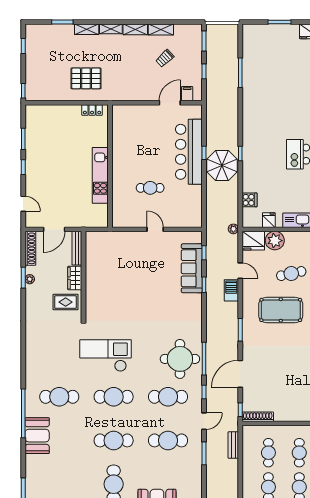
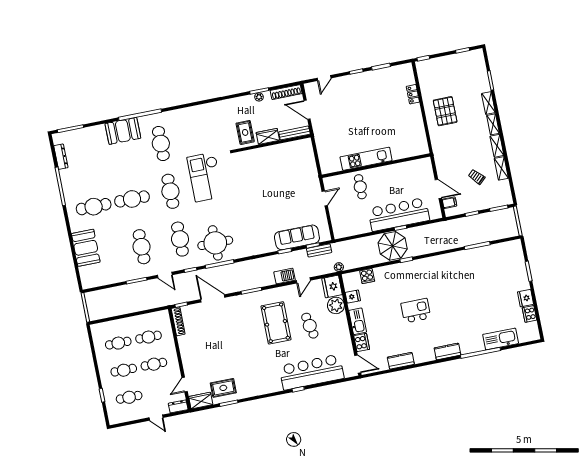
locker: (92, 110) -> (413, 94), moved
wall: (110, 166) -> (376, 166), moved
kitchen unit: (100, 175) -> (366, 159), moved
checkout: (106, 356) -> (205, 177), turned 180
cafe table: (114, 440) -> (132, 199), turned 90
bench: (233, 445) -> (319, 250), moved

